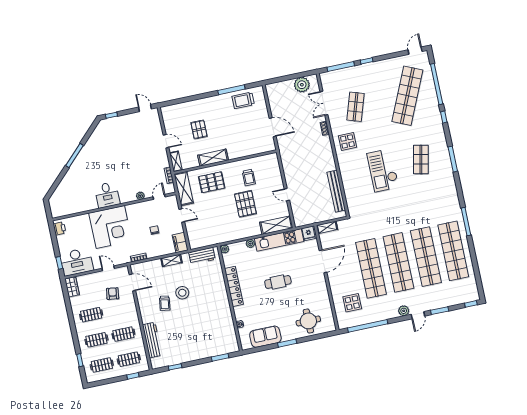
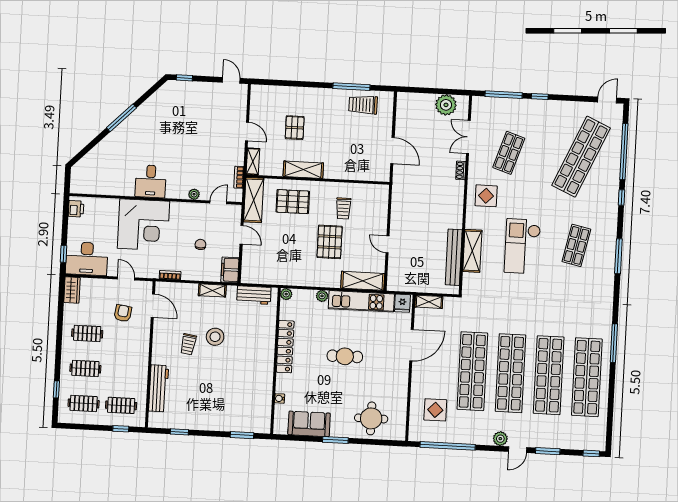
shelving: (348, 183) -> (472, 251), added
clothes rail: (123, 334) -> (123, 370), removed

